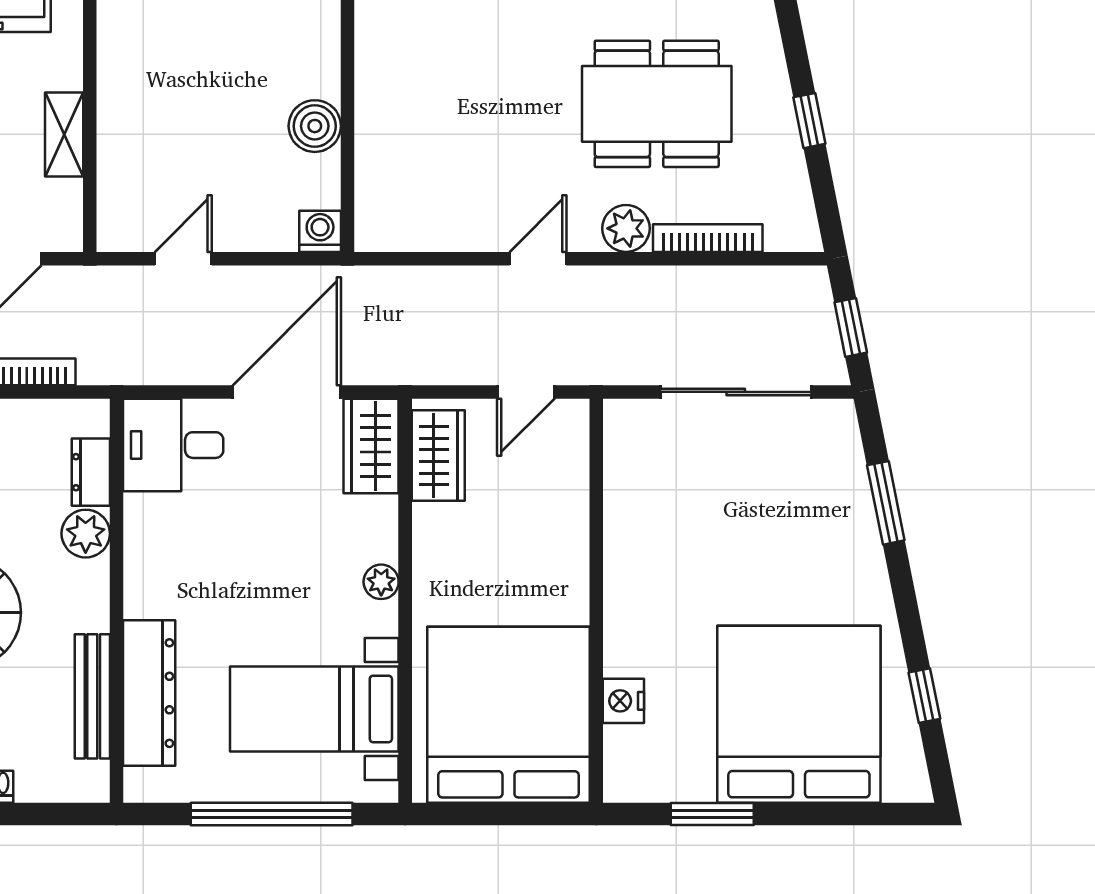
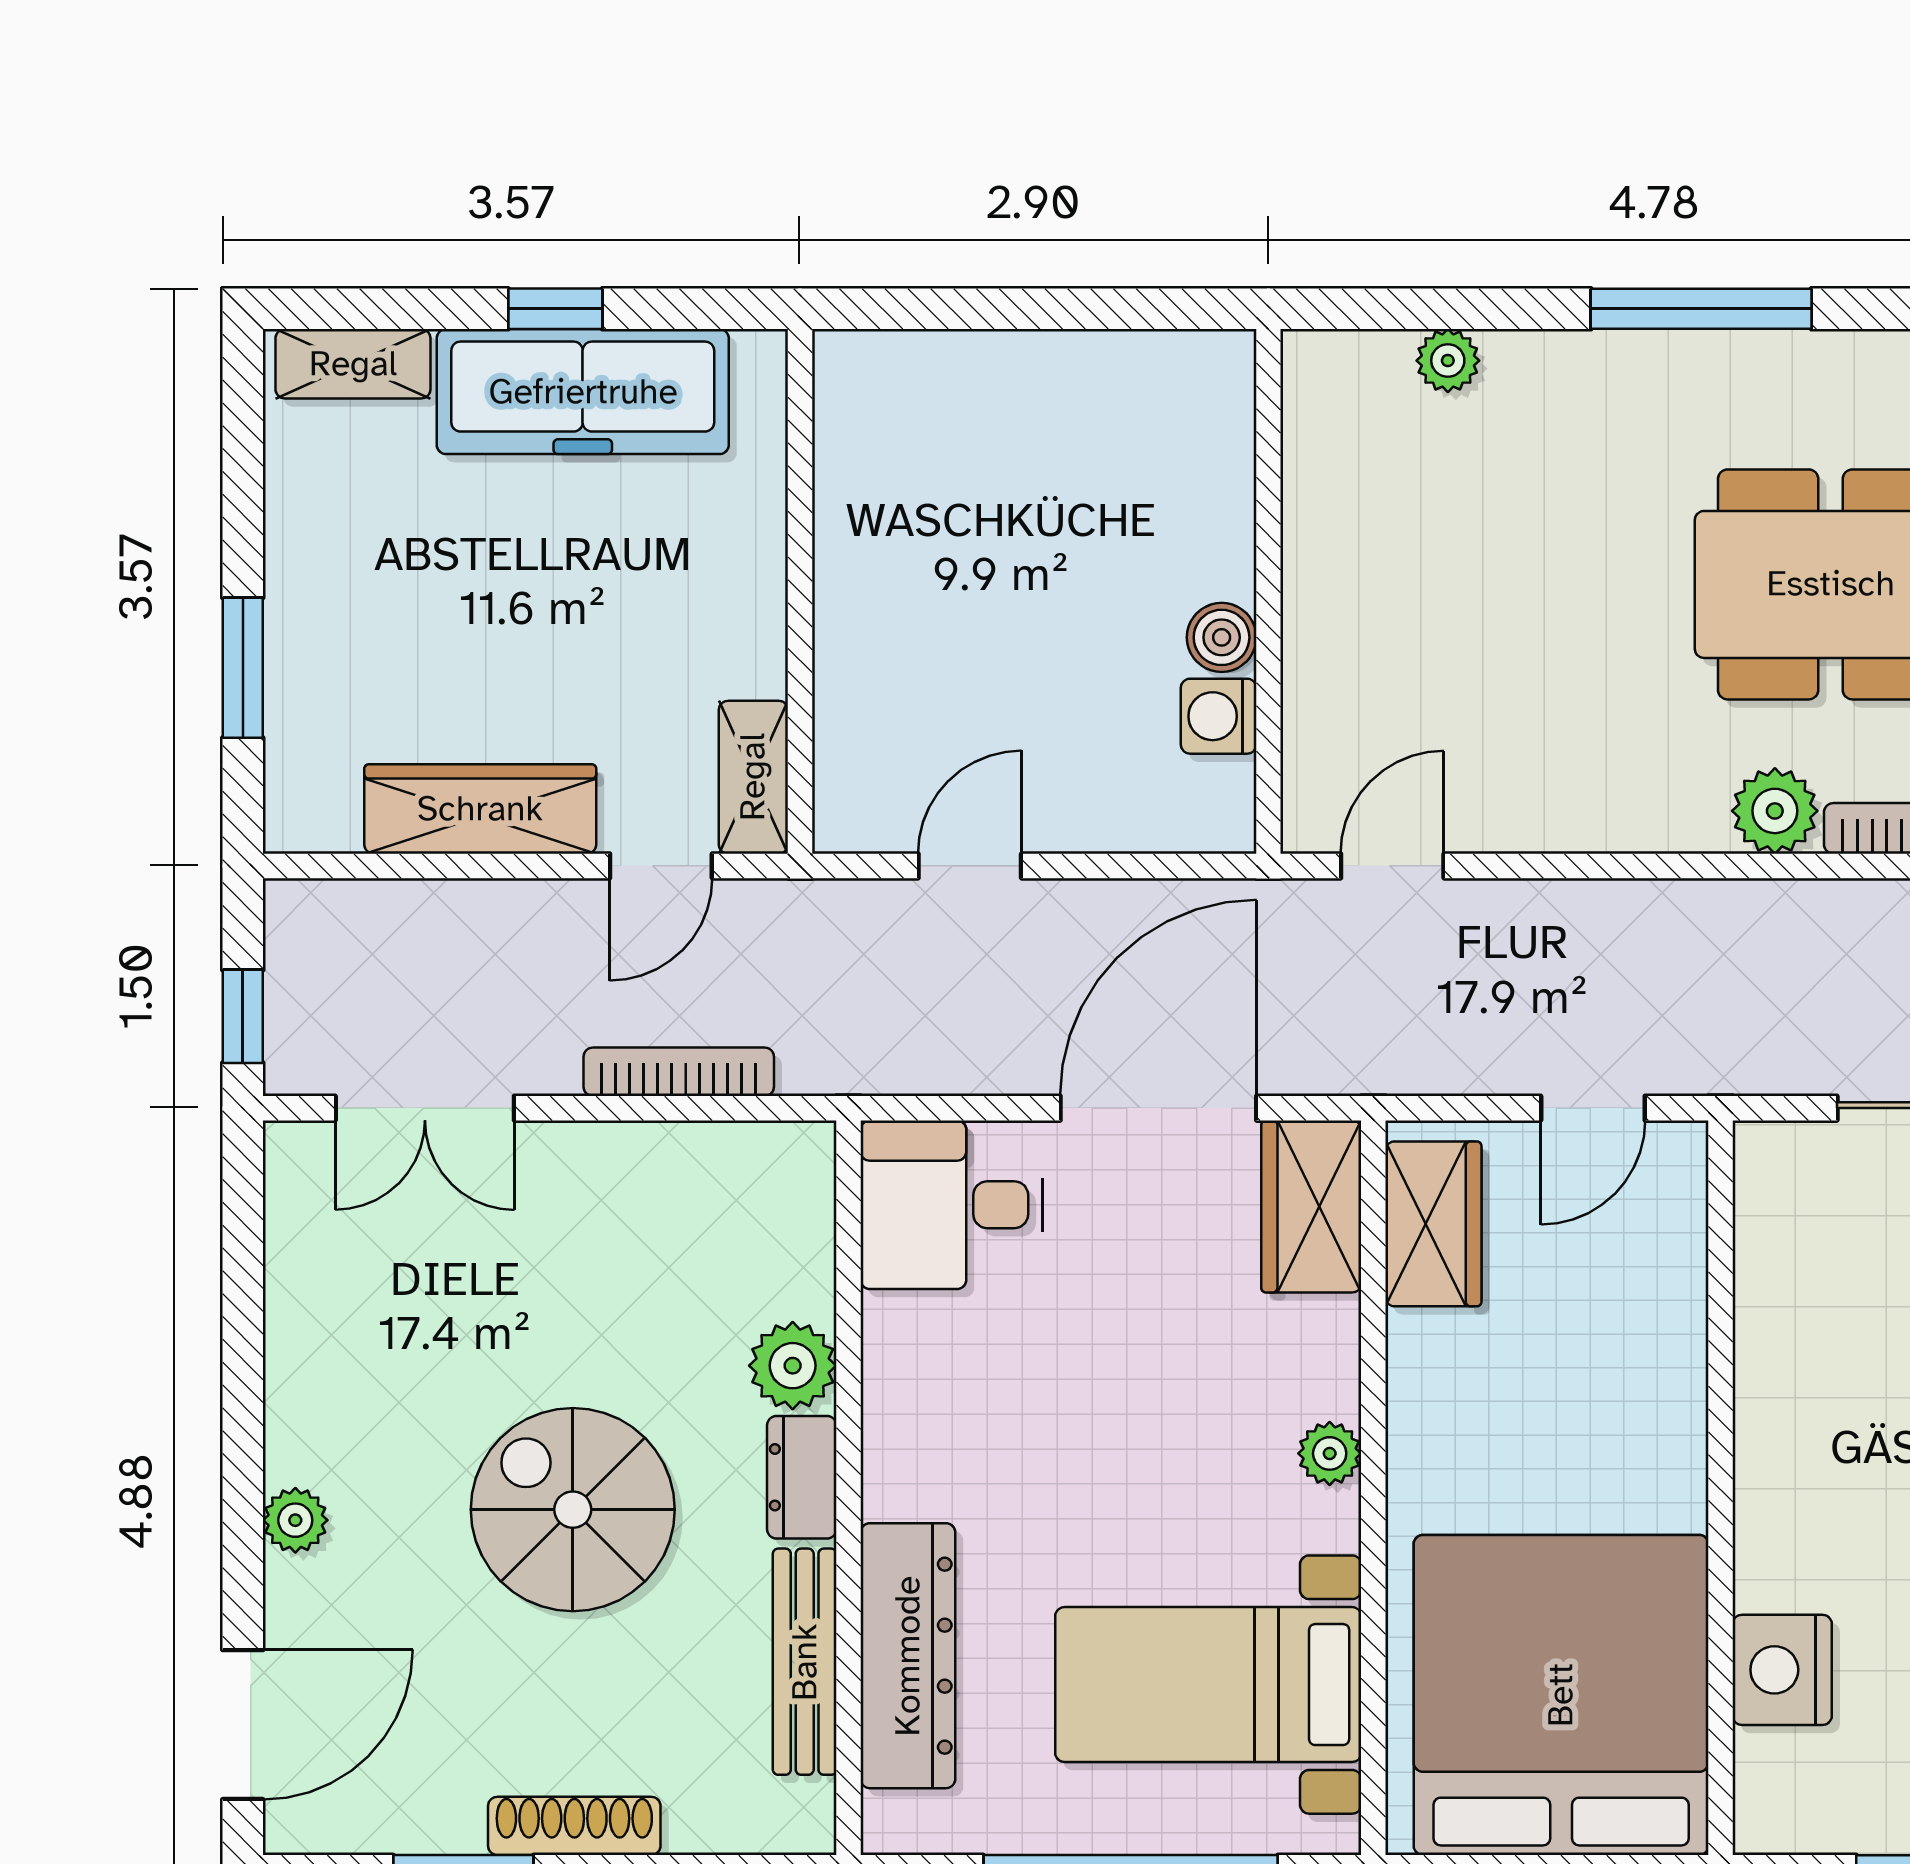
boiler: (315, 126) -> (1222, 637), width x0.73, depth x0.73
shelving: (64, 135) -> (753, 777), moved
washing machine: (320, 231) -> (1219, 716), moved, turned -90
door: (538, 259) -> (1392, 866), moved
dresser: (91, 472) -> (802, 1477), moved
nightstand: (623, 701) -> (1782, 1670), width x1.36, depth x1.33

